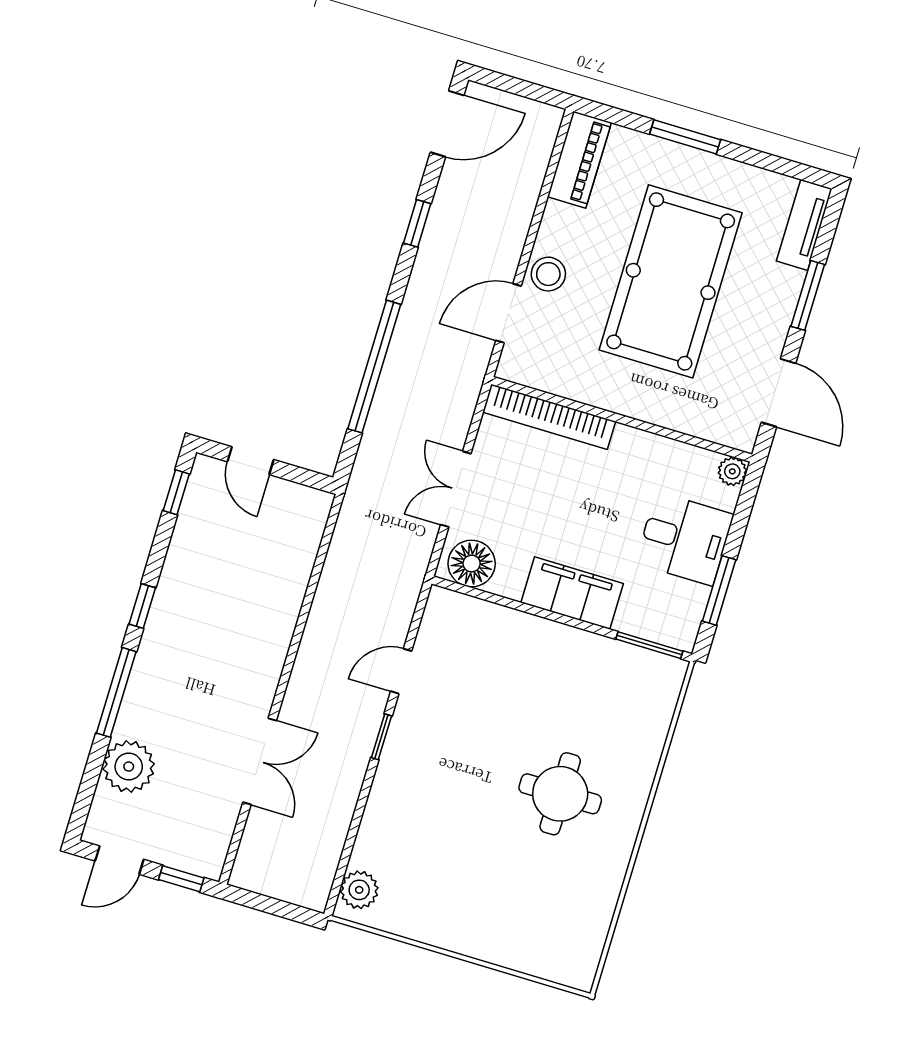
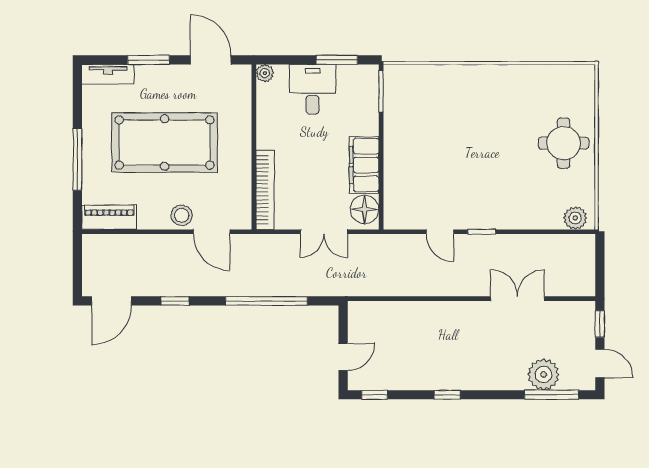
door: (447, 124) -> (112, 301), swing flipped
window: (685, 137) -> (77, 159), width x1.44
door: (778, 393) -> (211, 60), hinge flipped
filing cabinet: (572, 593) -> (364, 165), moved
window: (116, 692) -> (552, 395), moved
round table: (560, 794) -> (564, 143), moved

